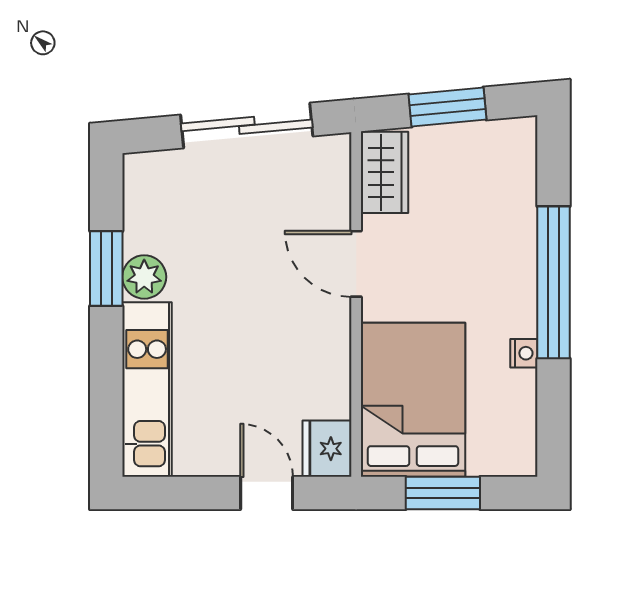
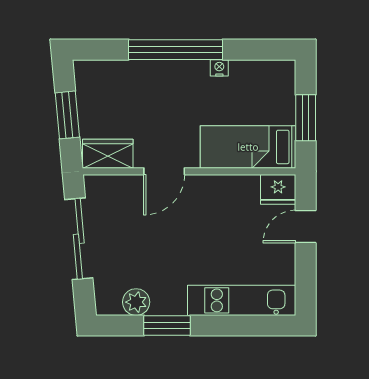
plant: (144, 277) -> (136, 302), moved
bed: (413, 400) -> (248, 147), width x0.67

